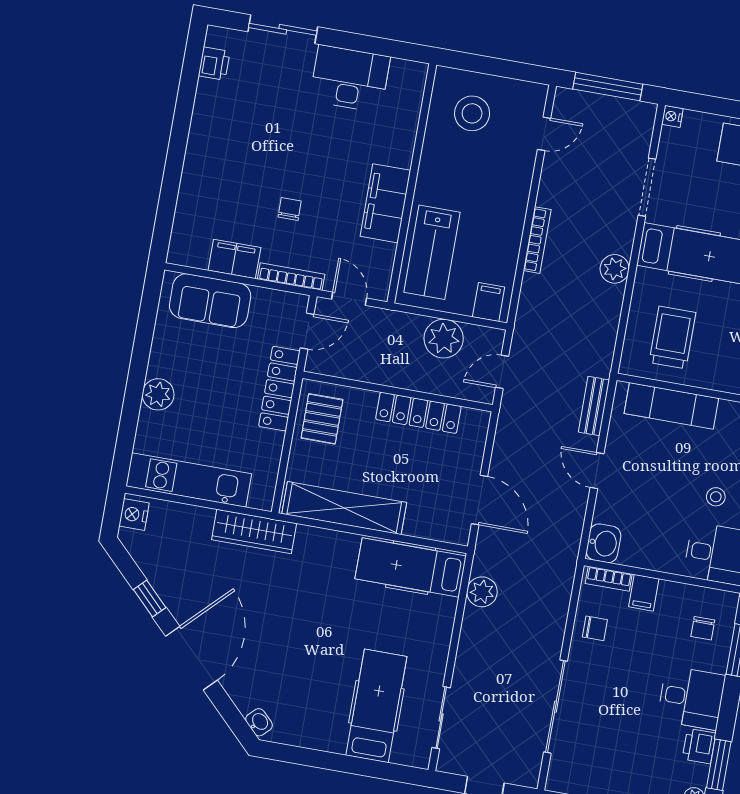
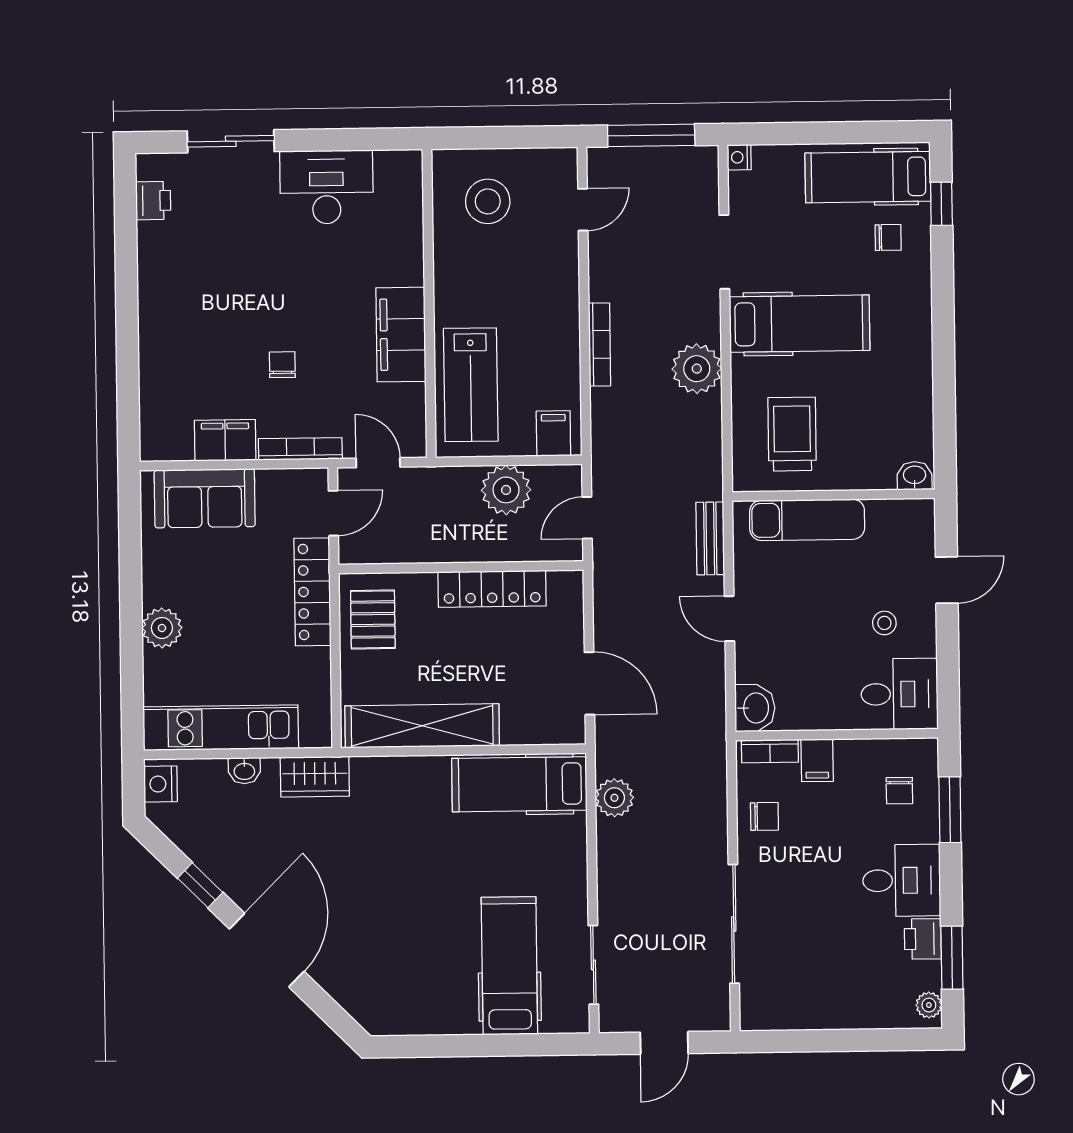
plant: (615, 269) -> (697, 369), width x1.36, depth x1.36
wardrobe: (254, 531) -> (315, 777), width x0.67
washbasin: (259, 722) -> (244, 771), moved, turned 135

